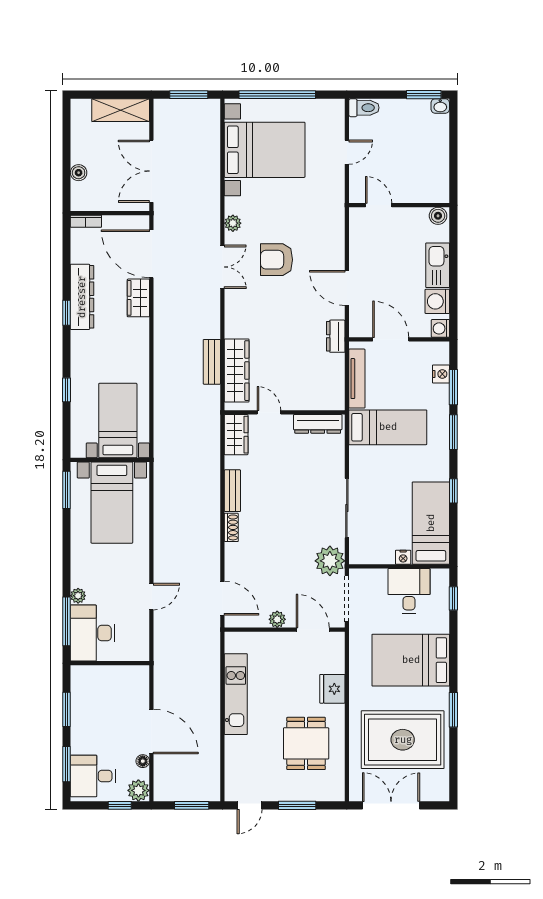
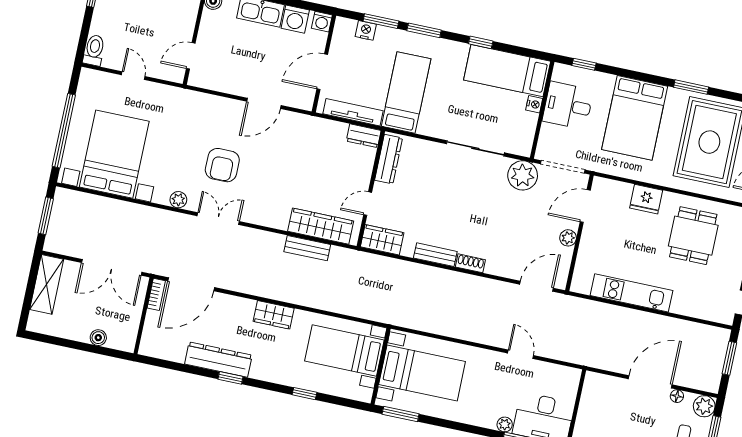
bookcase: (86, 221) -> (156, 294), moved
wardrobe: (138, 298) -> (274, 315), moved
dresser: (336, 336) -> (364, 136), moved
dining table: (306, 743) -> (693, 236), turned 90

